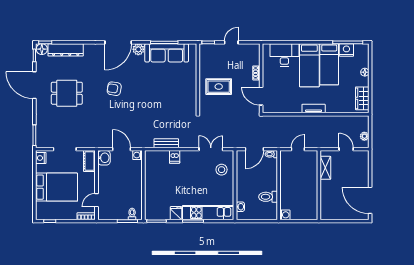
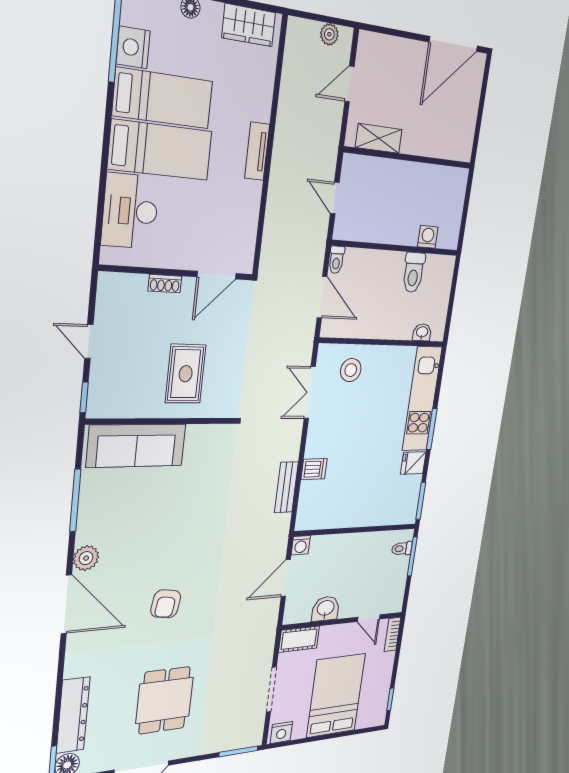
sofa: (167, 53) -> (136, 446), moved, turned 90
washbasin: (104, 158) -> (326, 609), moved
washing machine: (285, 215) -> (428, 237), moved

